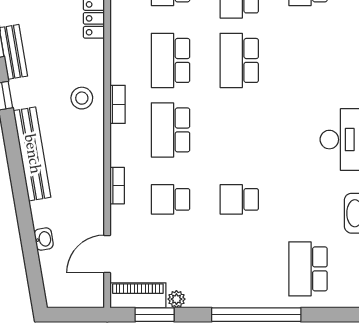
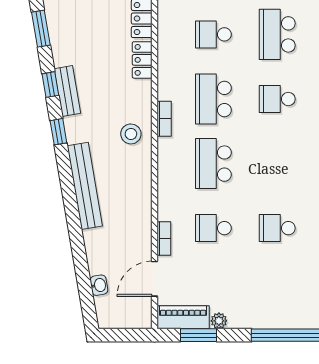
school desk: (239, 60) -> (277, 99), width x0.54
bookcase: (118, 104) -> (164, 119), moved
bookcase: (117, 186) -> (164, 238), moved
washbasin: (44, 239) -> (99, 285), moved

